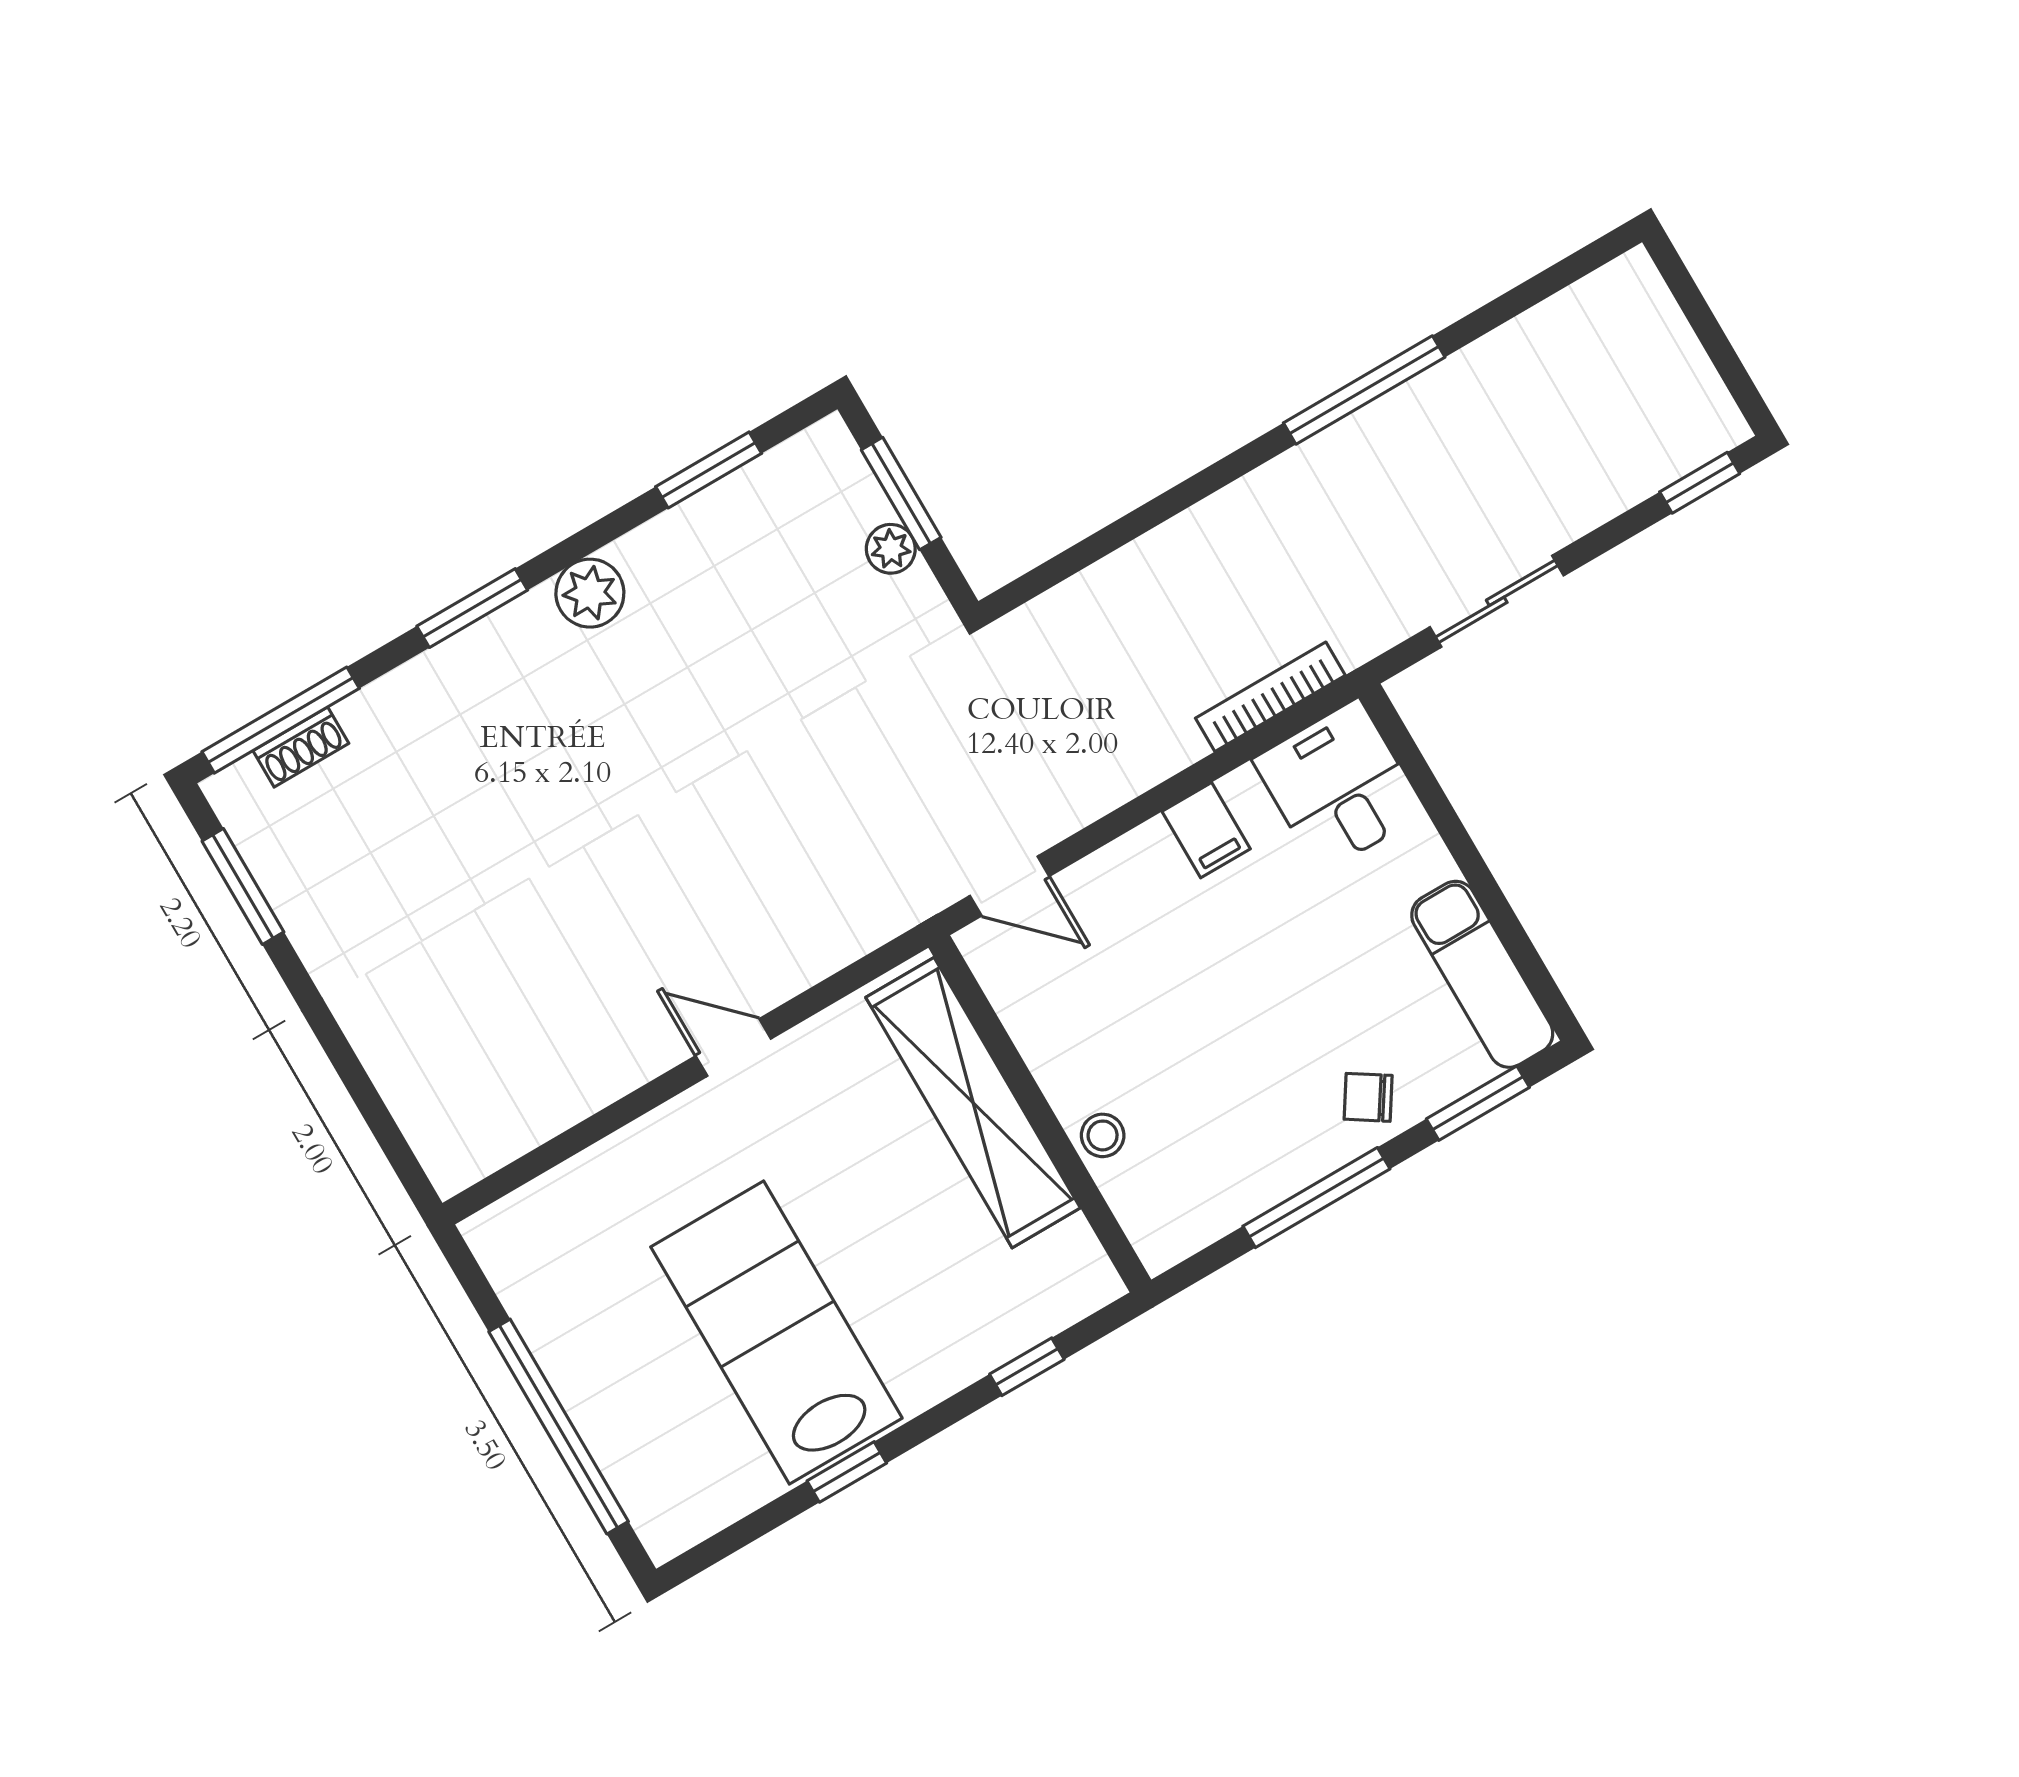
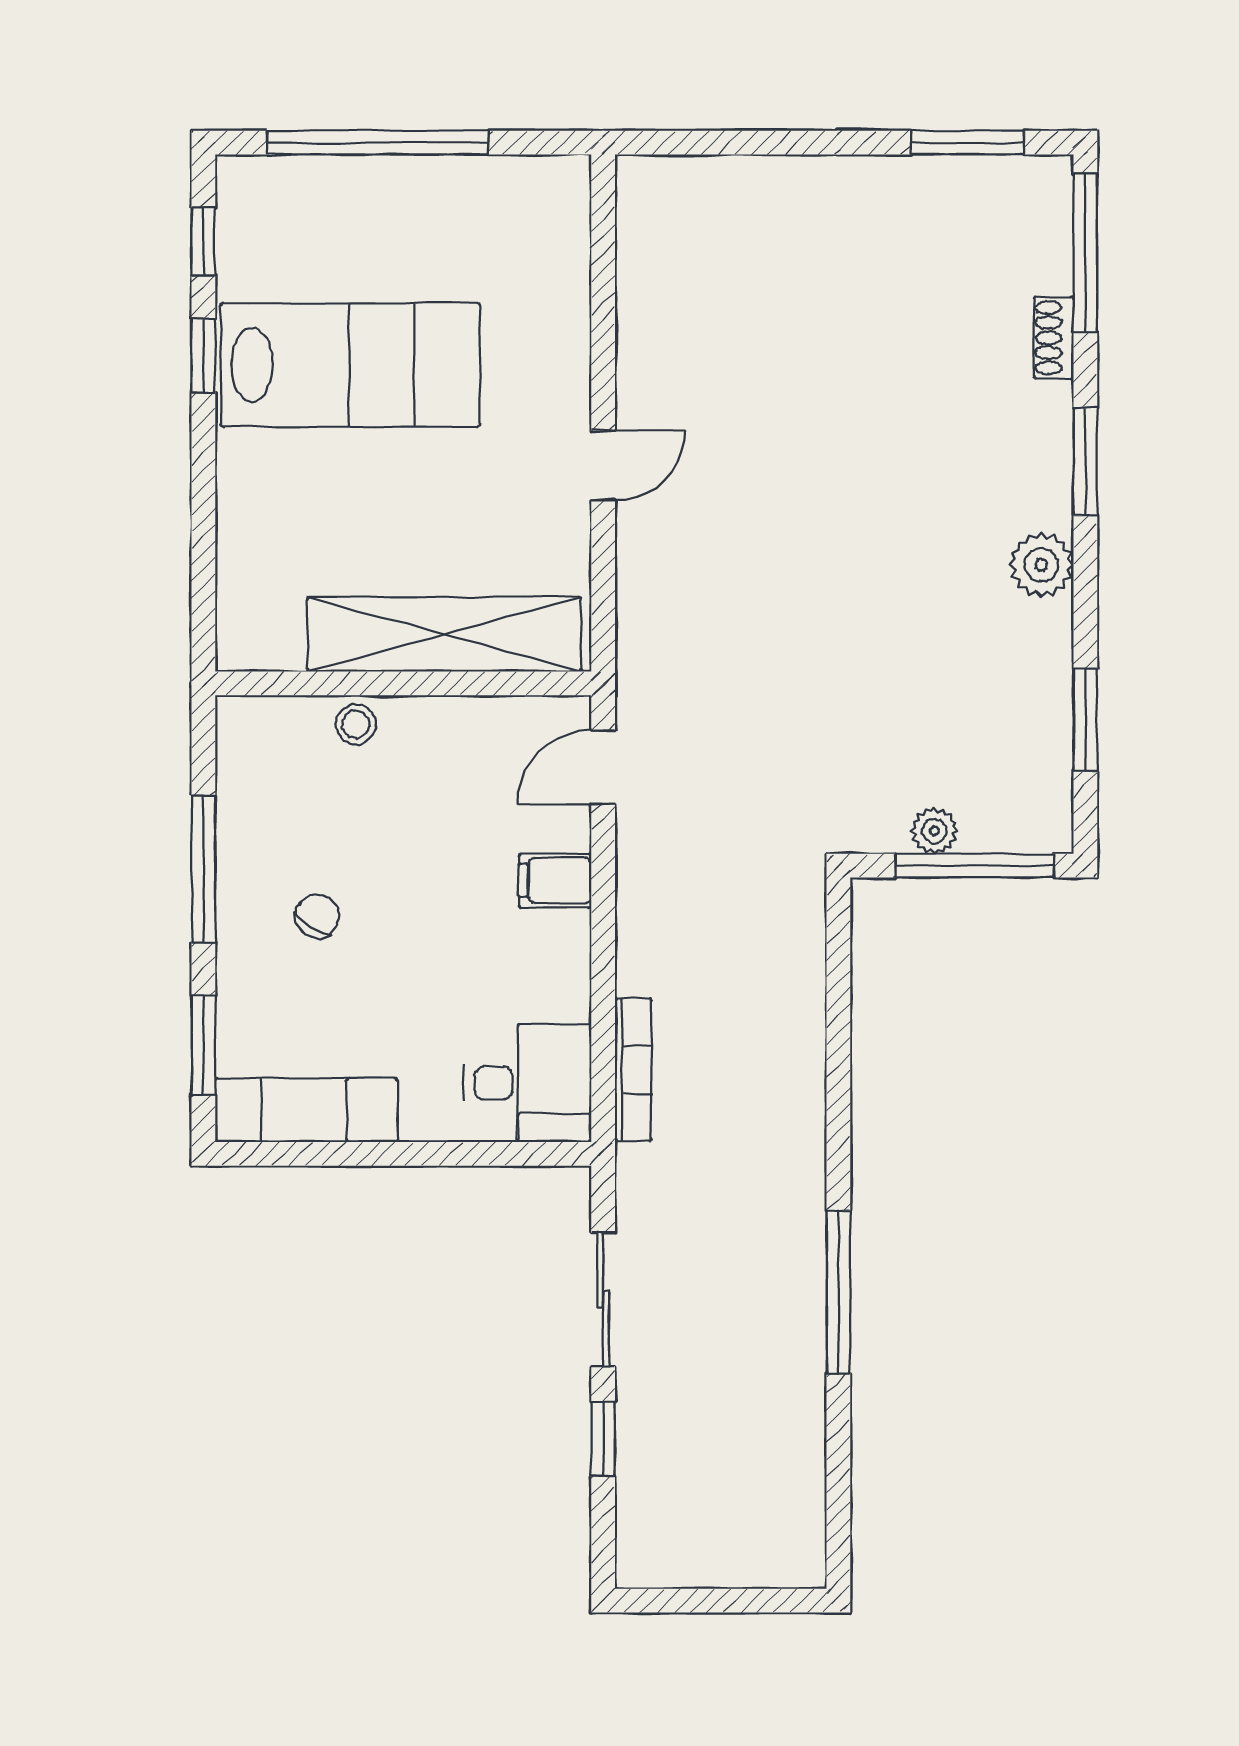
window: (1700, 483) -> (603, 1439), moved
window: (901, 494) -> (974, 866), width x1.44
shoe rack: (301, 747) -> (1054, 338), moved
filing cabinet: (1206, 830) -> (555, 881), moved
chair: (1368, 1097) -> (317, 916), moved
window: (1027, 1367) -> (203, 241), moved

